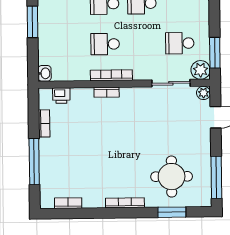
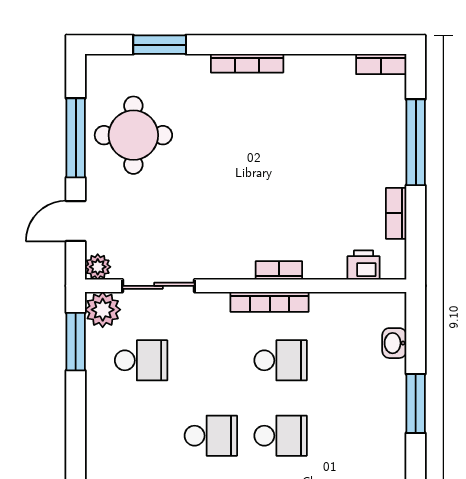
washbasin: (45, 73) -> (394, 343), moved
round table: (172, 177) -> (133, 135), moved
window: (216, 177) -> (76, 138), moved
bookcase: (68, 203) -> (381, 64), moved

